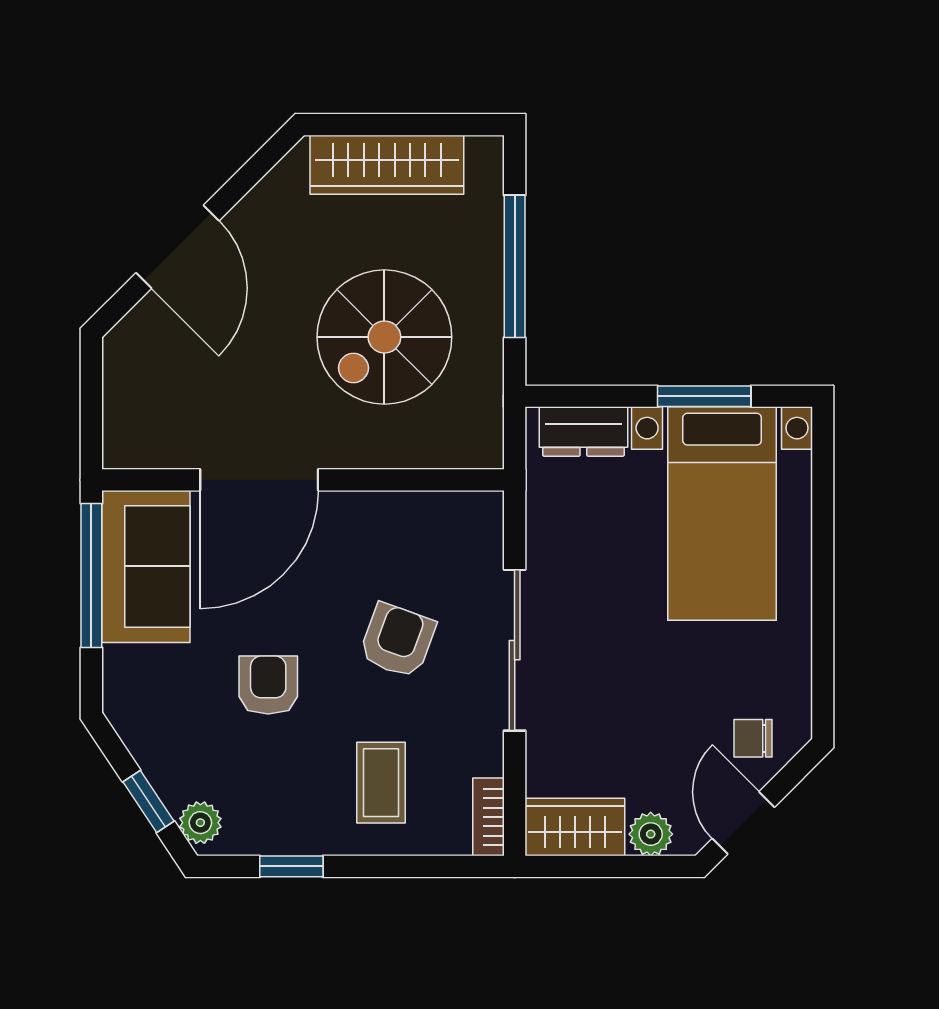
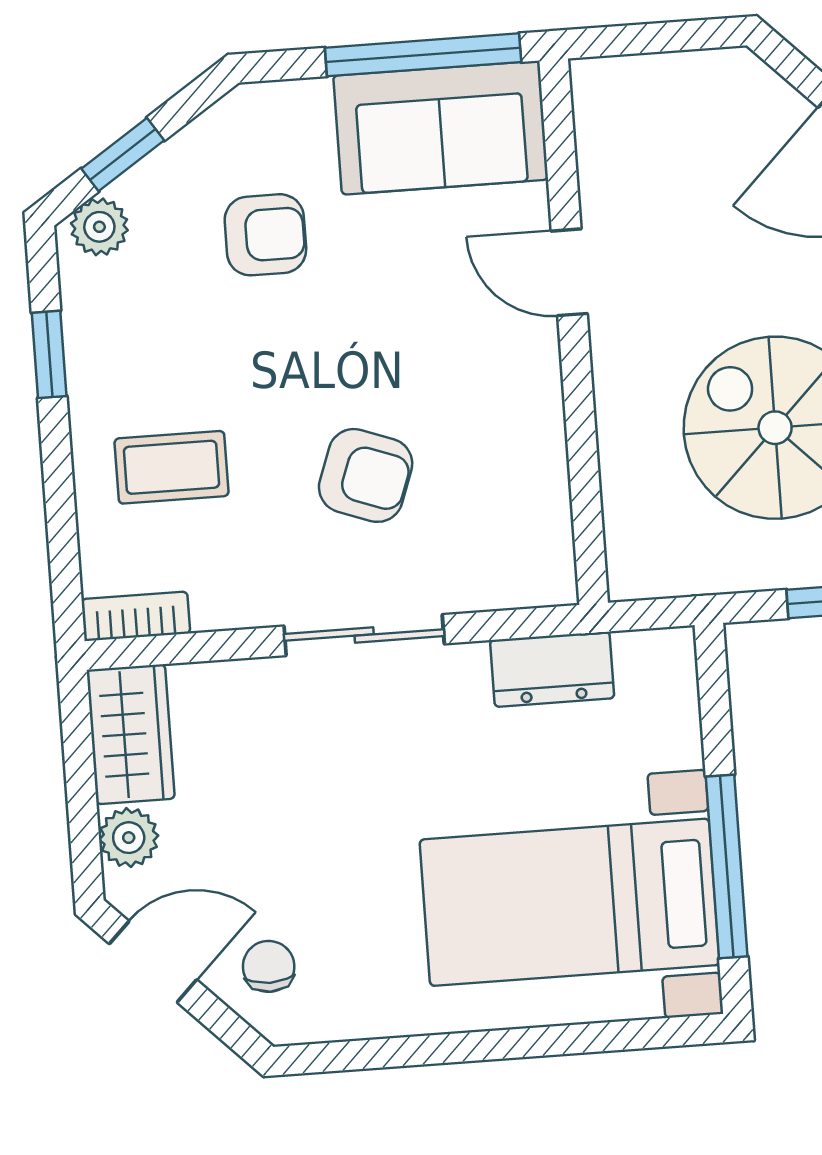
window: (704, 396) -> (727, 866), width x1.44
dresser: (583, 432) -> (552, 669), moved, turned -90
door: (259, 480) -> (569, 272), width x0.53
sliding door: (515, 650) -> (364, 635), width x0.73
armchair: (268, 685) -> (265, 235), moved

